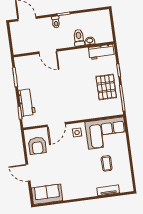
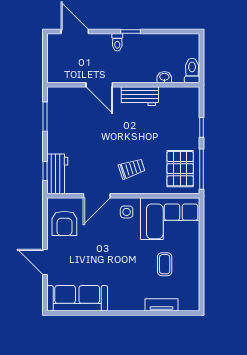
toilet: (79, 38) -> (192, 70), moved
workbench: (101, 52) -> (140, 96), moved
pallet: (106, 87) -> (180, 169), moved
workbench: (27, 102) -> (57, 174), moved
trolley: (77, 104) -> (132, 169), added
sofa: (47, 194) -> (77, 298), width x1.36

